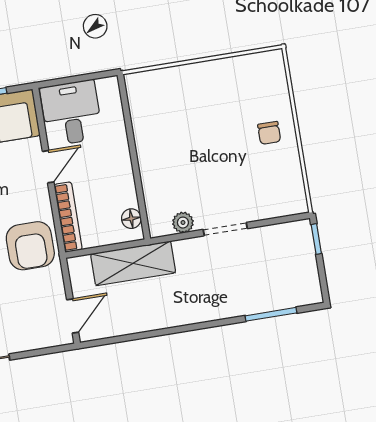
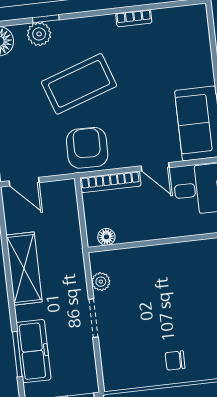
armchair: (30, 246) -> (87, 148), turned 91
shelving: (133, 263) -> (24, 268), moved
freezer: (266, 296) -> (33, 351), added

